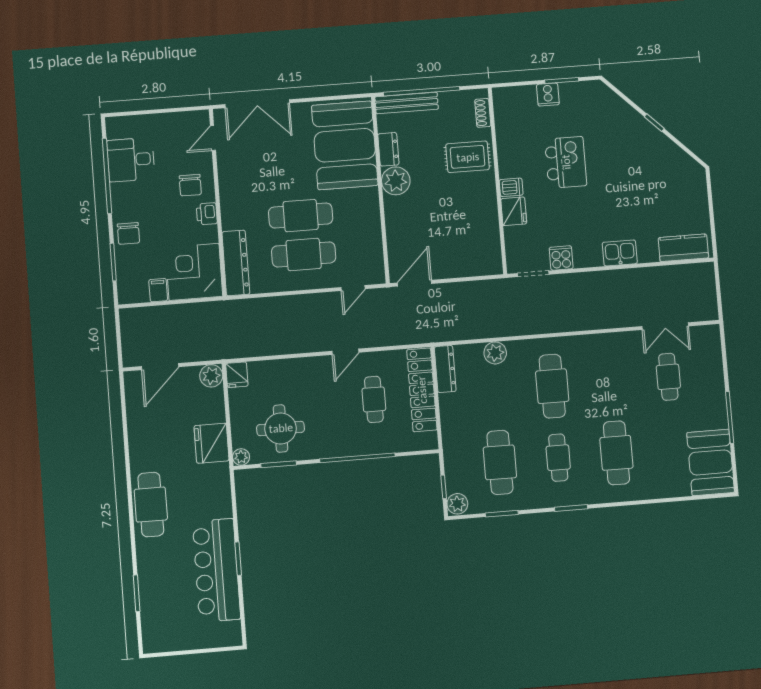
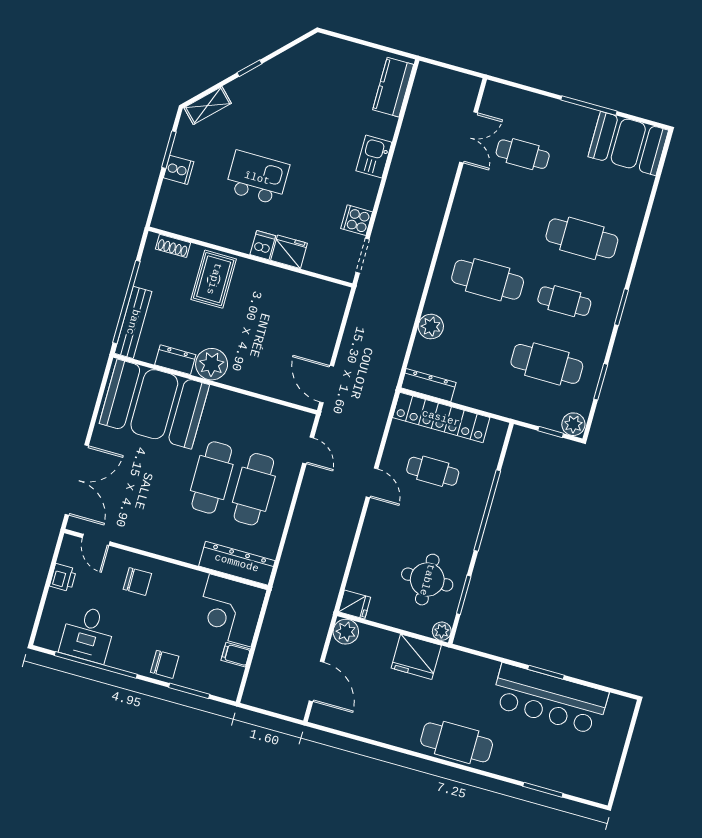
shelving: (610, 99) -> (208, 106), added
printer: (207, 214) -> (63, 578), moved, turned -90

